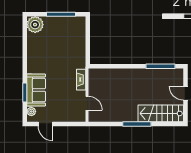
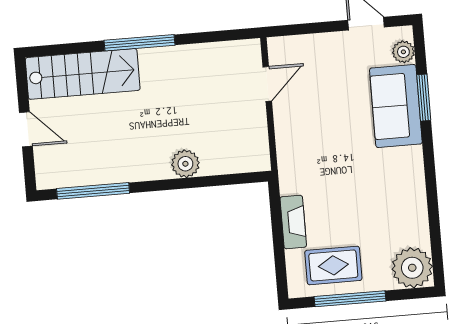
rug: (67, 28) -> (333, 265), added
plant: (123, 74) -> (185, 164), added
fireplace: (81, 80) -> (293, 222), moved
door: (87, 103) -> (267, 84), swing flipped

